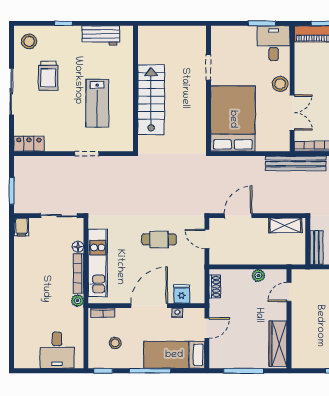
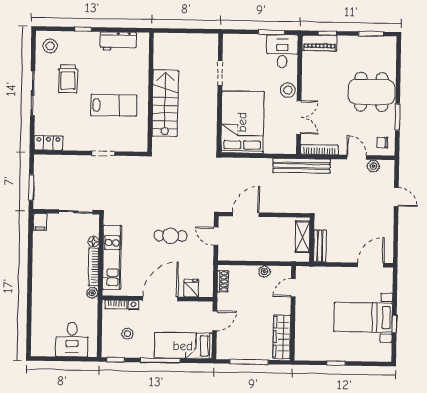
lab bench: (97, 103) -> (114, 105), turned -90
shelving: (285, 225) -> (302, 237), moved, turned 90
nightstand: (177, 313) -> (133, 305), moved

